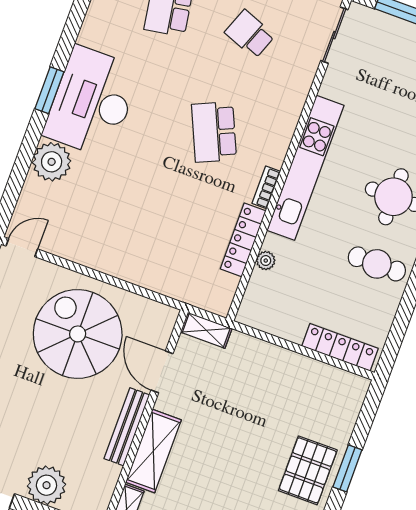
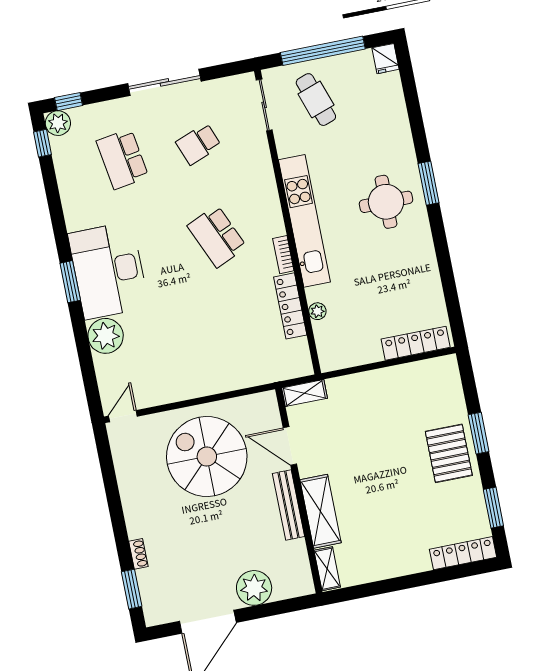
school desk: (250, 34) -> (198, 144), turned -42
cafe table: (377, 264) -> (316, 100), moved, turned 71

